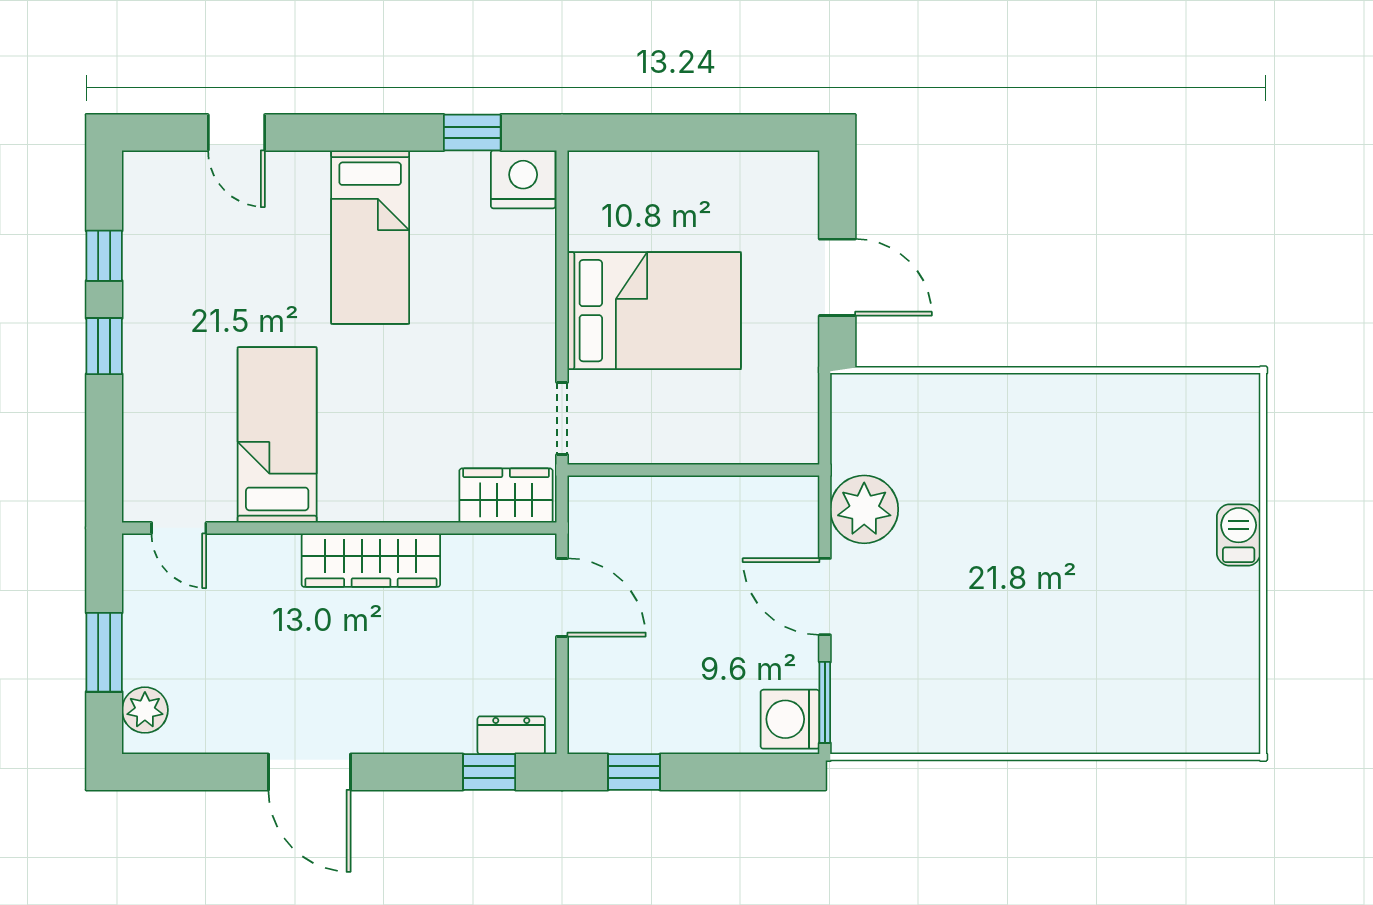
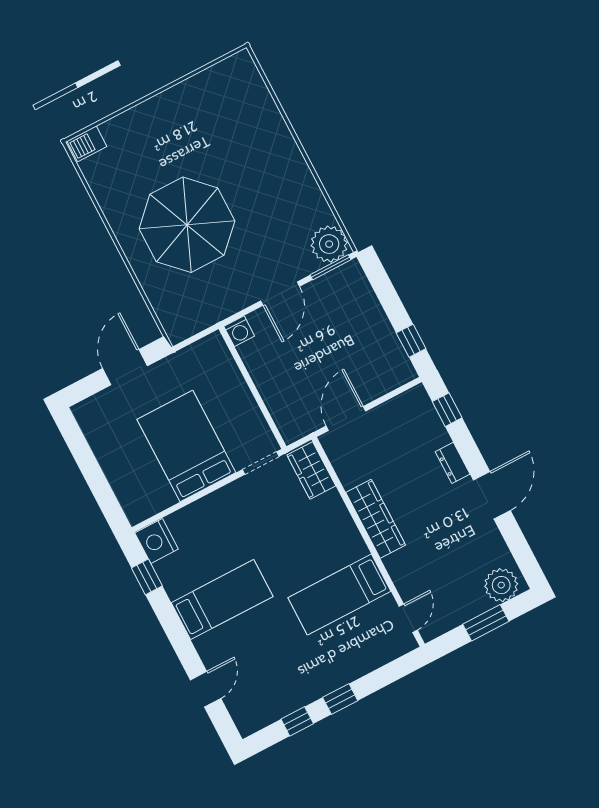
parasol: (1019, 502) -> (187, 225), added
plant: (864, 509) -> (329, 244), moved
barbecue: (1239, 535) -> (87, 144), moved
plant: (145, 710) -> (501, 585), width x1.36, depth x1.36
washing machine: (790, 719) -> (239, 331), moved, width x0.73, depth x0.73
dresser: (511, 735) -> (453, 463), moved

